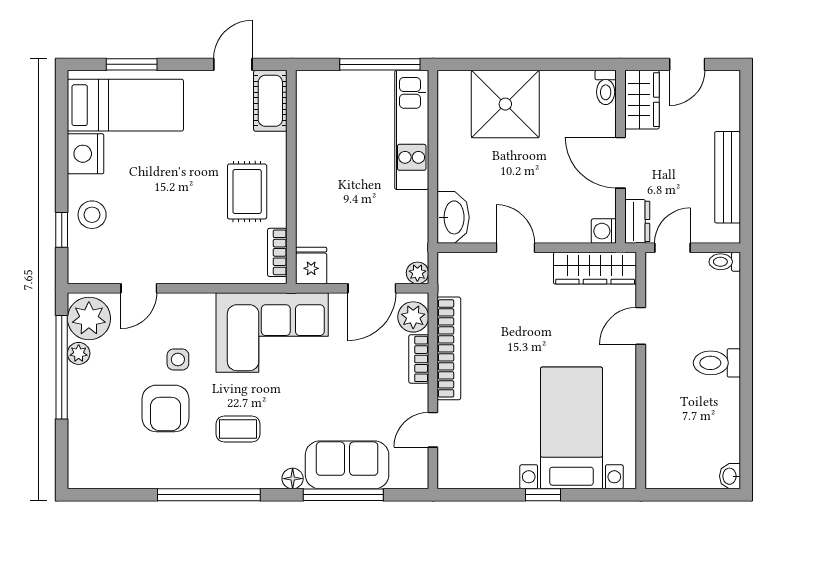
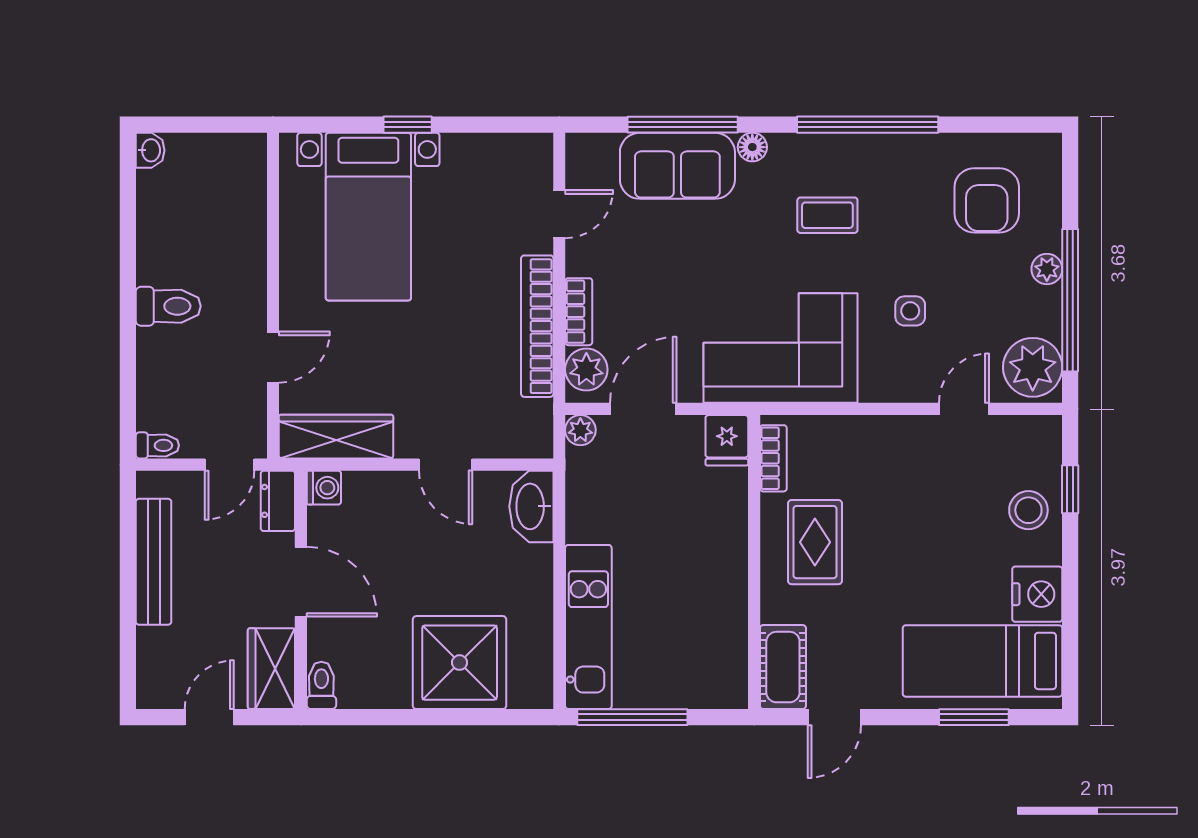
plant: (79, 353) -> (1047, 269), moved
armchair: (166, 408) -> (987, 200), moved, turned 180

